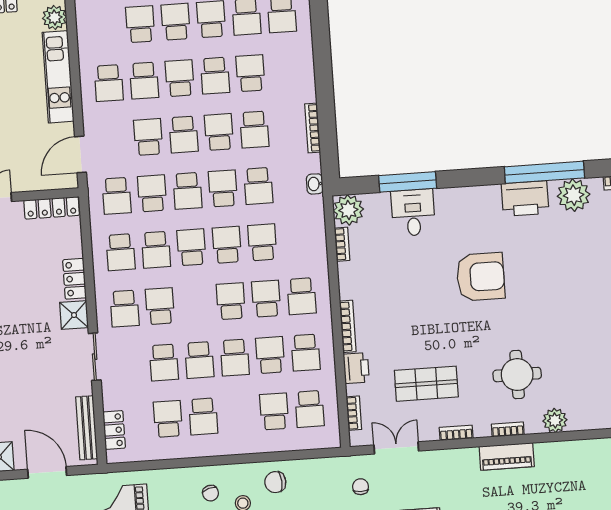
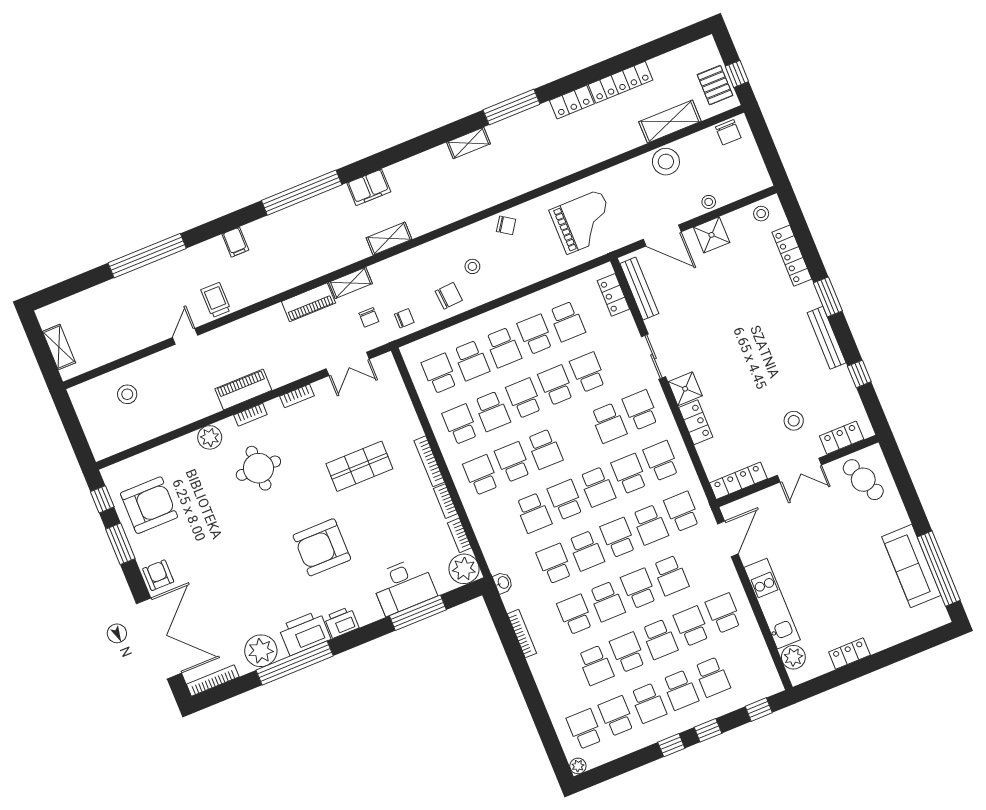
desk: (413, 213) -> (404, 586), width x1.37
school desk: (227, 245) -> (566, 500), turned 180
school desk: (266, 299) -> (513, 462), turned 180
printer: (356, 368) -> (341, 622), moved, turned 90
shop shelf: (426, 384) -> (359, 466), moved
bookcase: (354, 413) -> (445, 501), moved
school desk: (239, 414) -> (503, 347), added
chair: (211, 493) -> (404, 318), moved, turned 107

